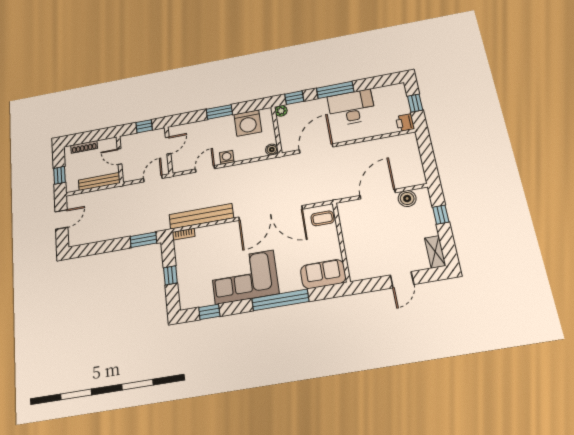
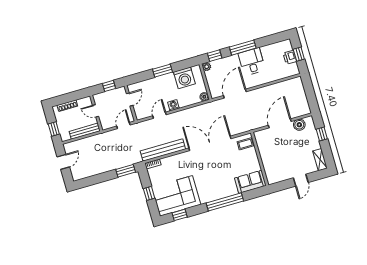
desk: (352, 108) -> (252, 62), width x0.73
printer: (405, 123) -> (290, 57), moved
double door: (270, 213) -> (210, 143), swing flipped
corner sofa: (244, 277) -> (176, 196), moved

